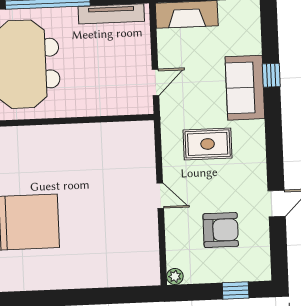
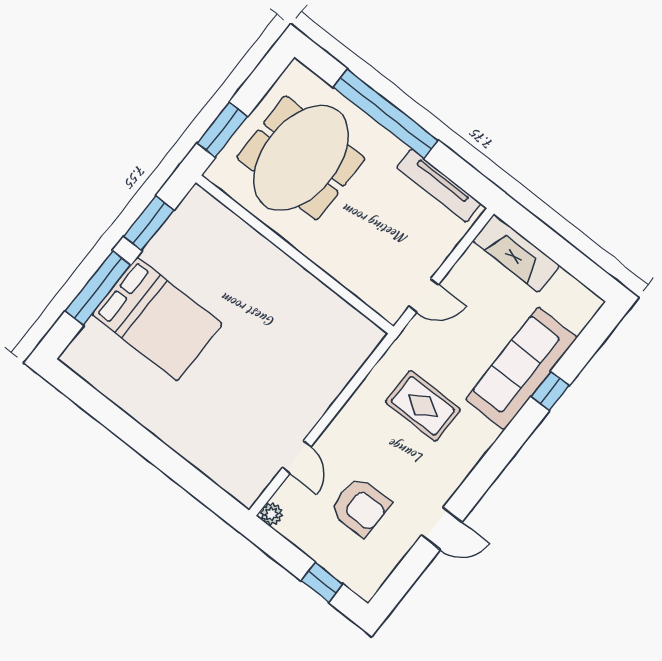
sofa: (245, 88) -> (521, 368), width x1.36
door: (160, 196) -> (297, 457), moved

